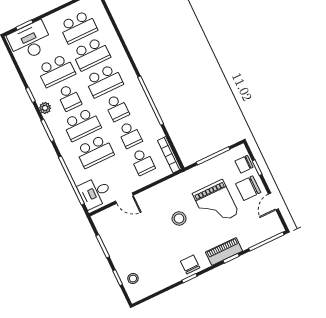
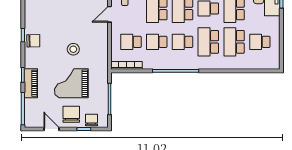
school desk: (78, 27) -> (260, 42), width x0.54
piano: (224, 252) -> (31, 83), moved

